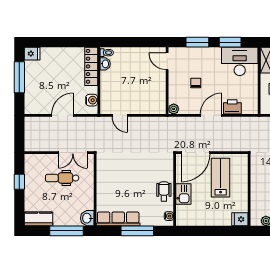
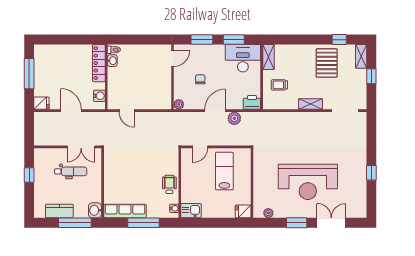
fridge: (32, 54) -> (41, 103), moved
door: (167, 61) -> (173, 58), swing flipped
printer: (232, 107) -> (252, 102), moved
door: (62, 115) -> (71, 111), hinge flipped
plant: (231, 123) -> (234, 118), added
door: (196, 153) -> (200, 147), width x0.53
dental chair: (62, 178) -> (71, 171), turned 180
kitchen sink: (183, 194) -> (191, 211), moved, turned -90
kitchen counter: (38, 219) -> (59, 211), moved

